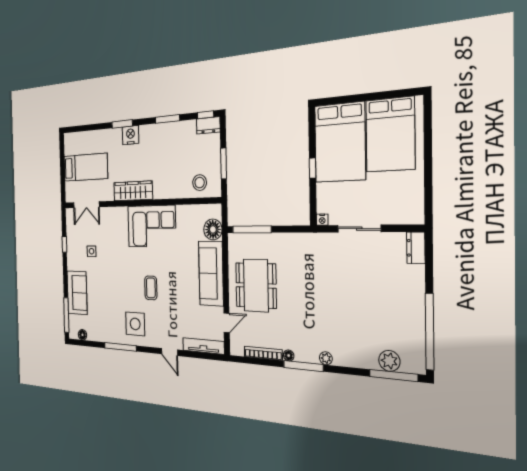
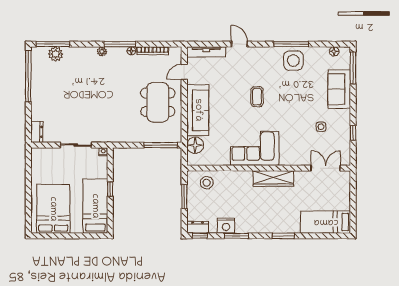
nightstand: (130, 135) -> (226, 226), moved
bed: (340, 142) -> (95, 206), width x0.67
bed: (85, 167) -> (326, 222), moved
side table: (135, 324) -> (293, 61), moved

